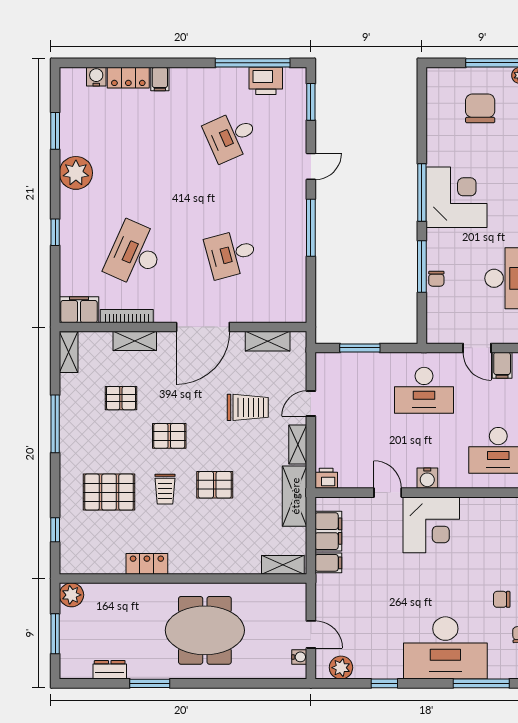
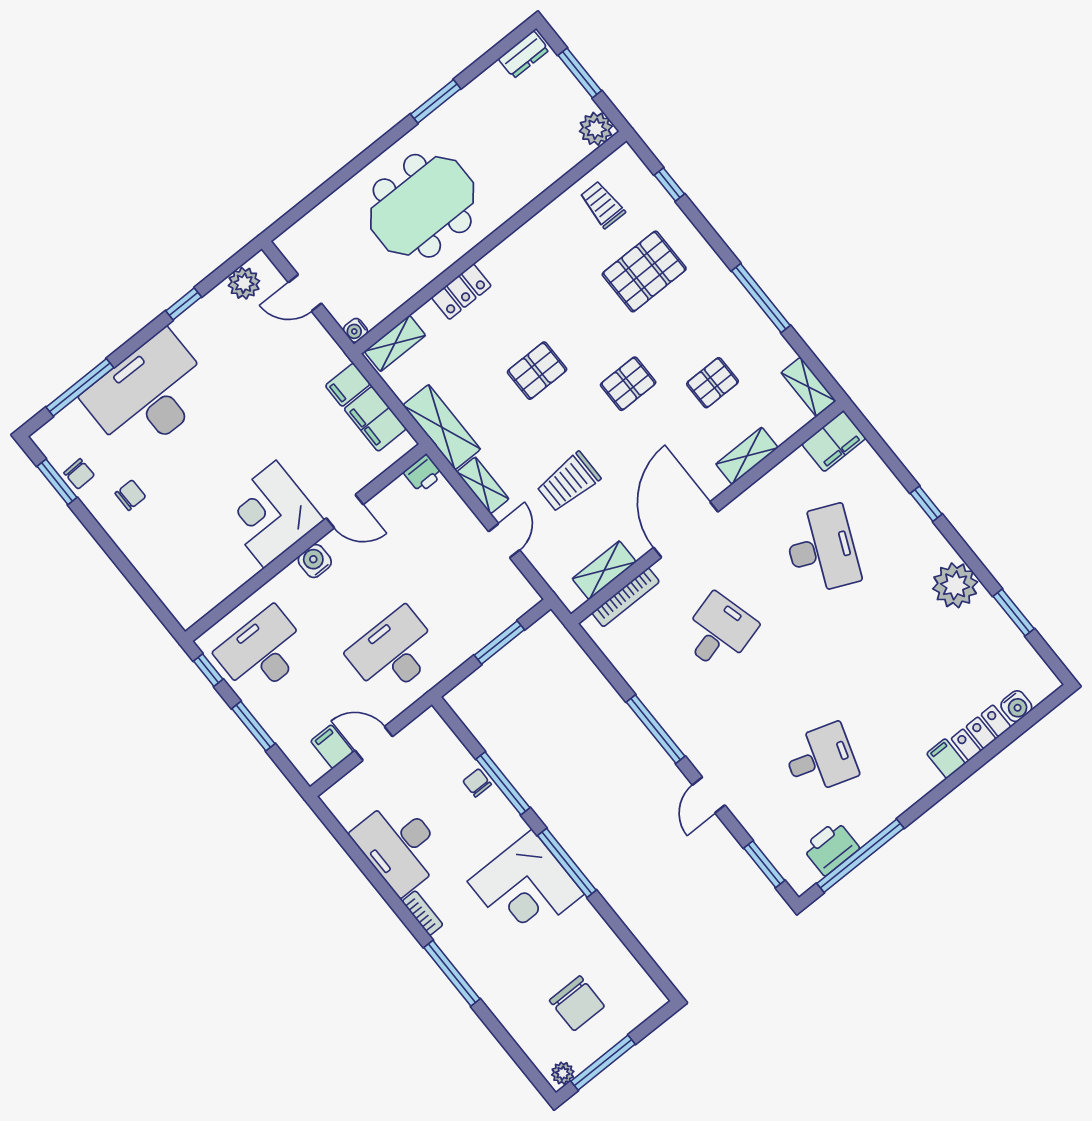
desk: (231, 136) -> (820, 759), turned 42
bookcase: (127, 316) -> (626, 597), moved
trolley: (165, 489) -> (602, 205), moved
locker: (147, 564) -> (461, 292), moved
water cooler: (299, 657) -> (355, 330), moved
dresser: (110, 670) -> (524, 54), moved

